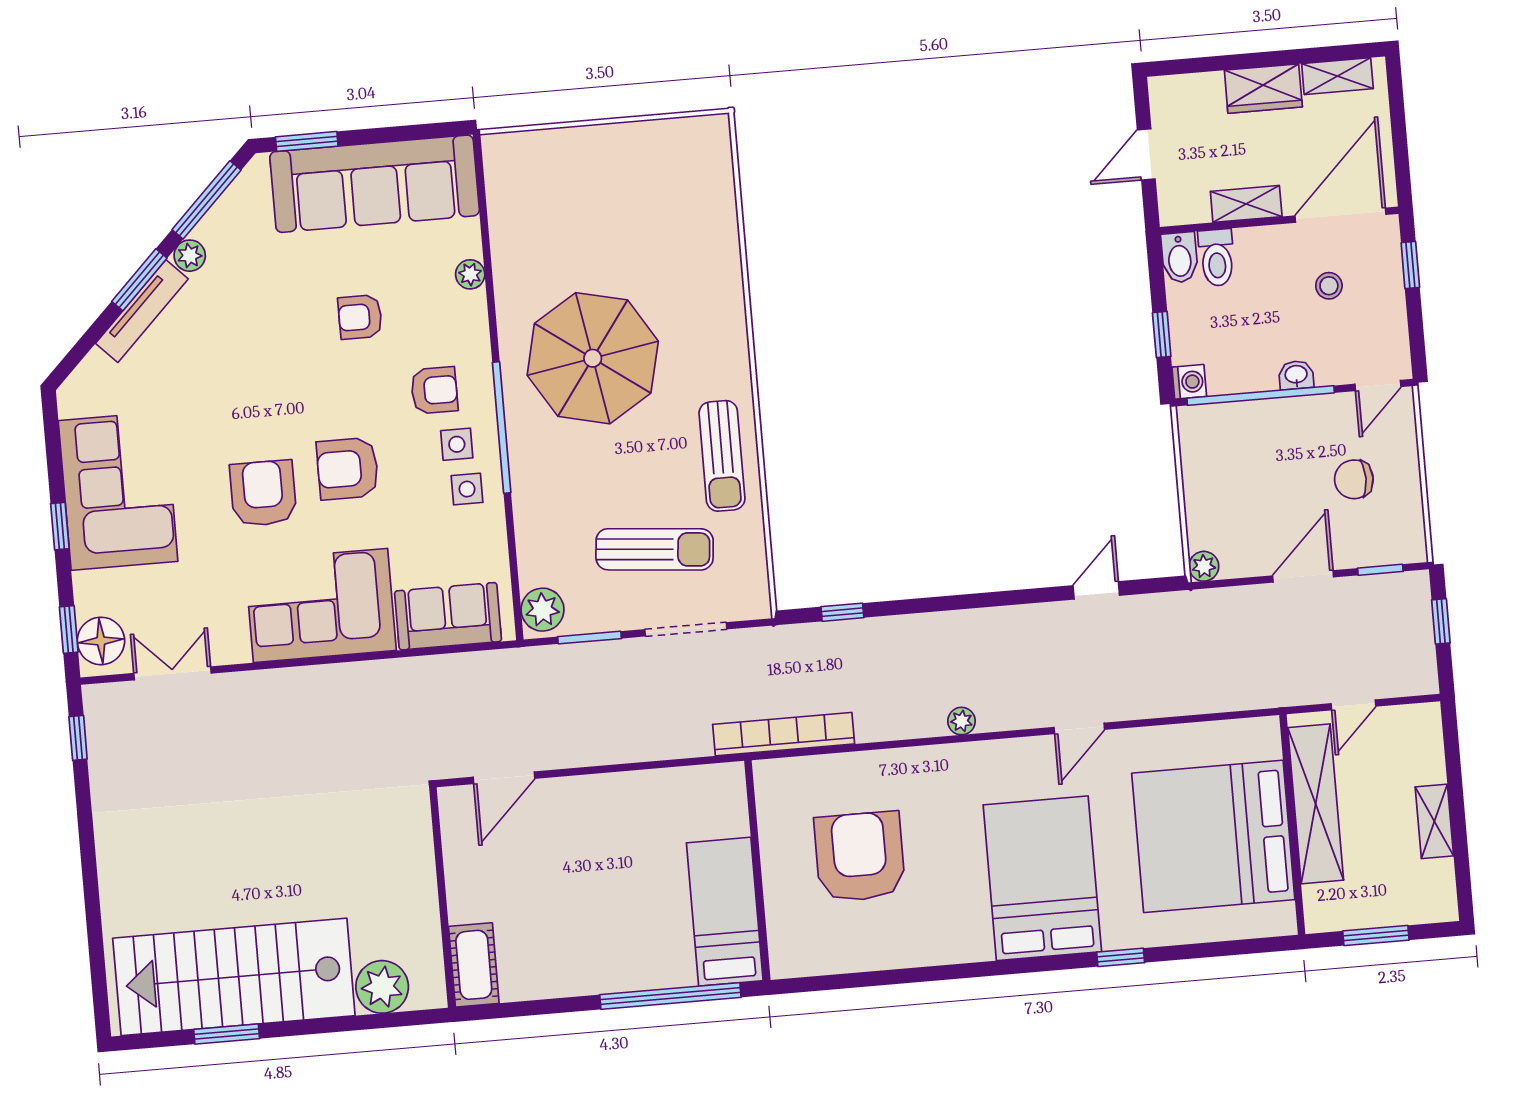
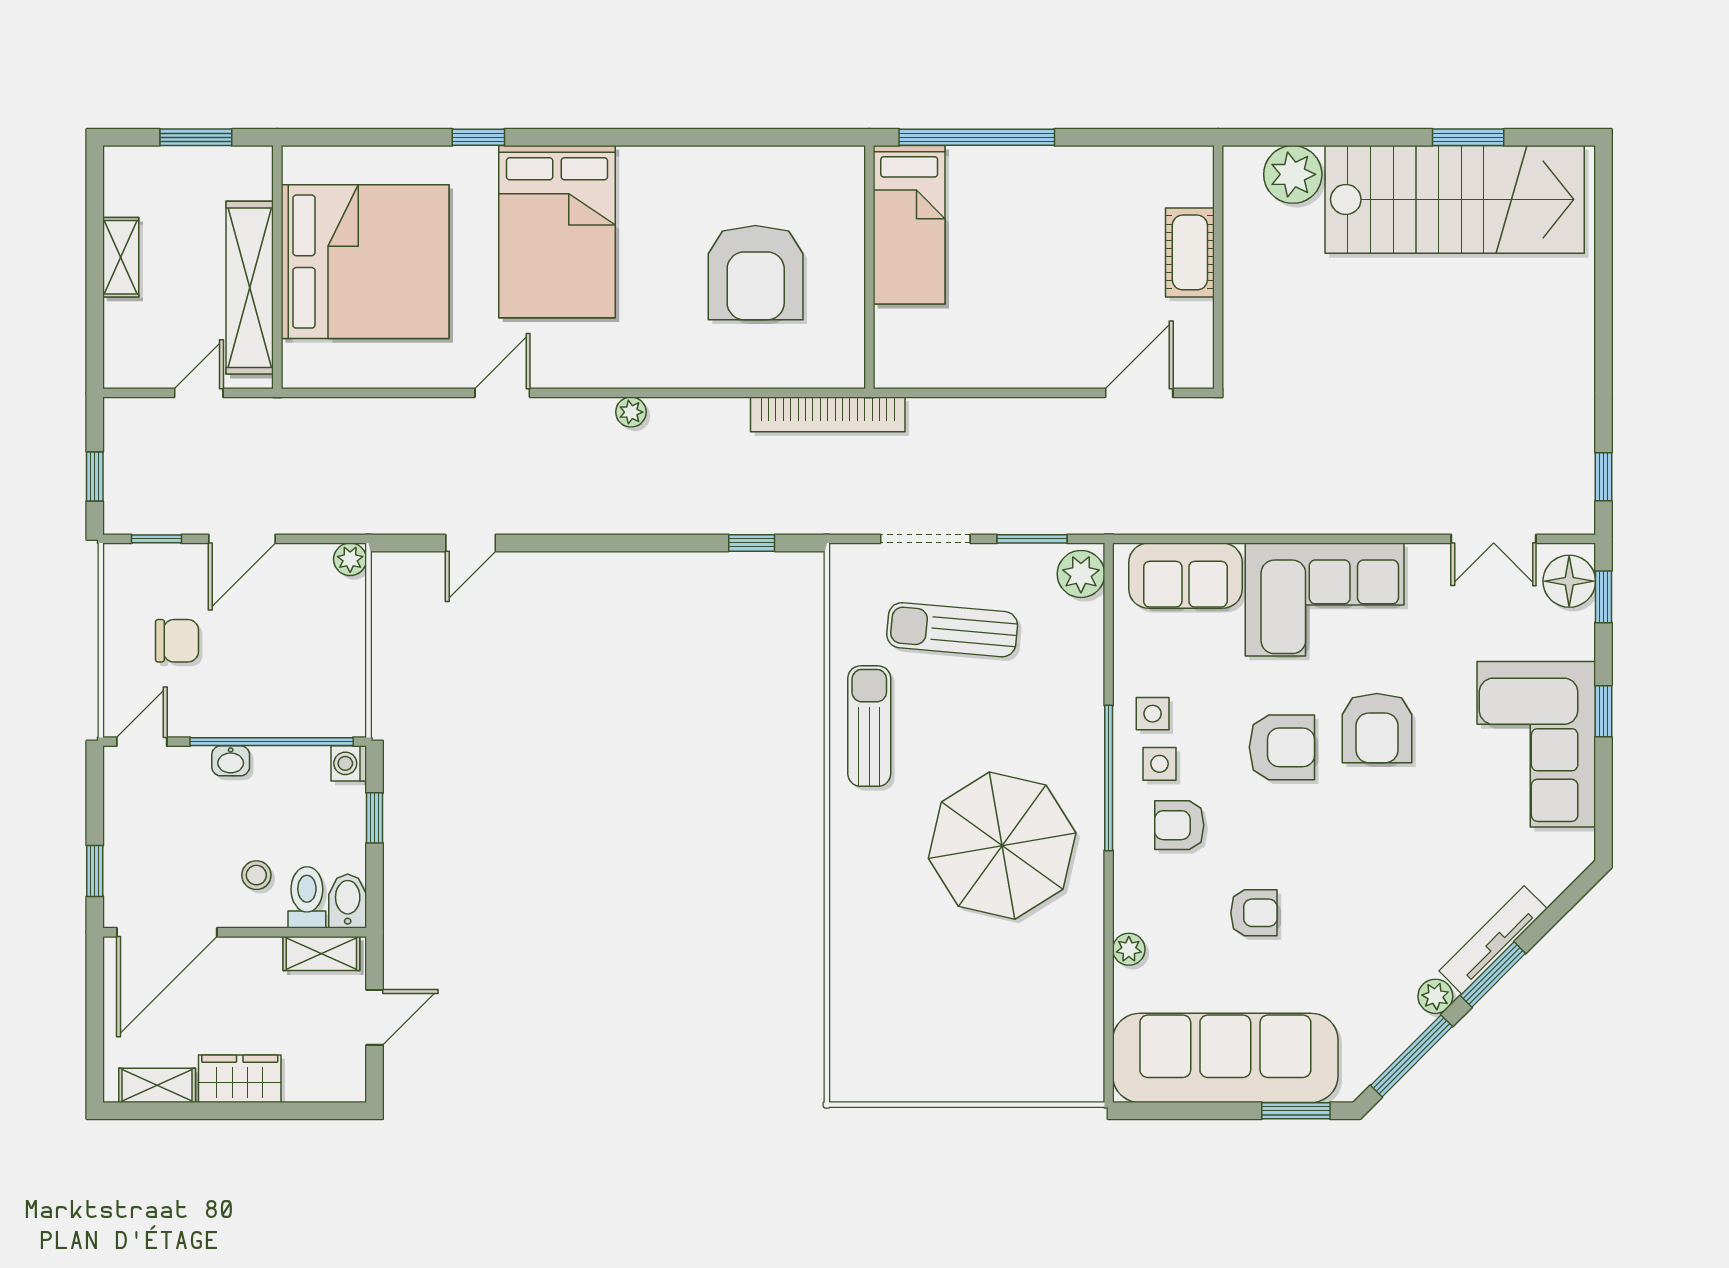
shelving: (1246, 204) -> (321, 954), moved
stool: (1329, 286) -> (256, 875), moved
cot: (474, 965) -> (1190, 252), moved

